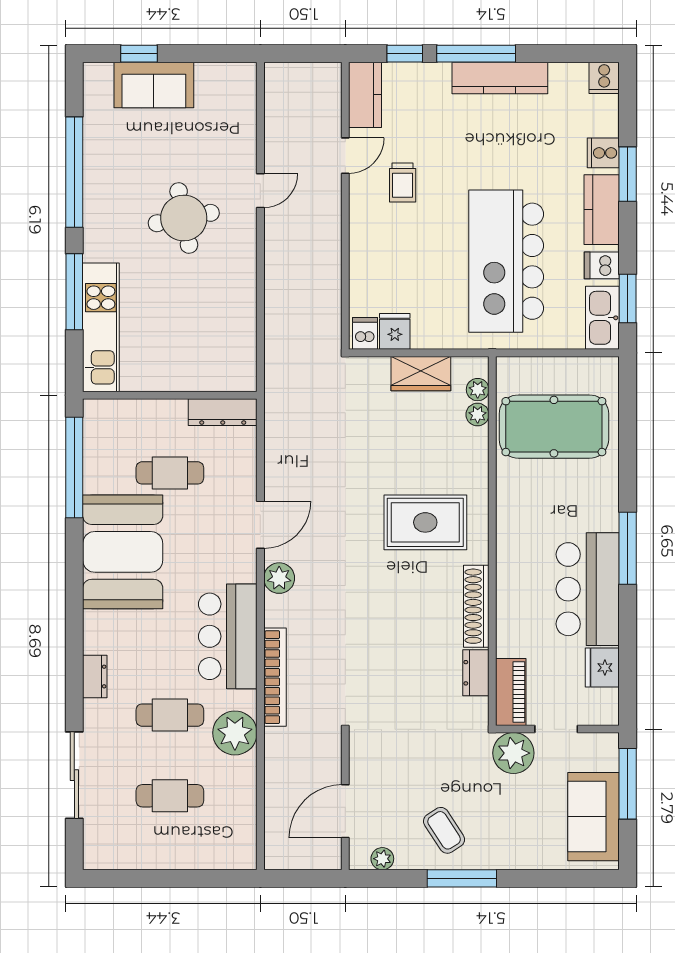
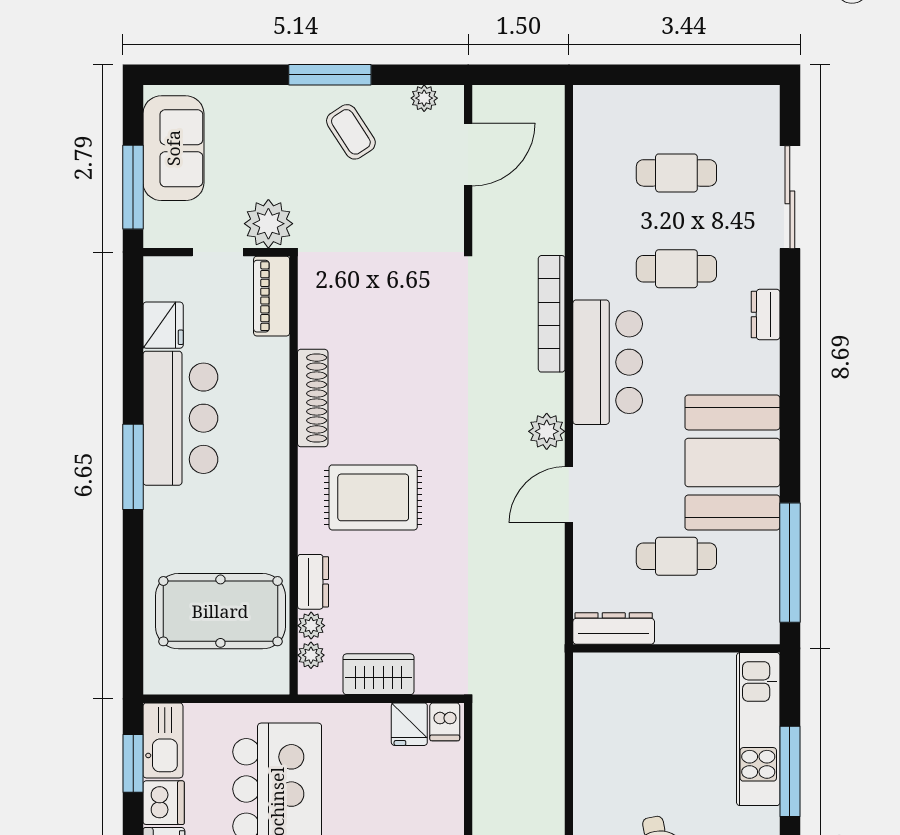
dishwasher: (602, 265) -> (164, 803), width x1.38
dresser: (476, 673) -> (313, 582), moved
plant: (235, 733) -> (599, 247), removed

